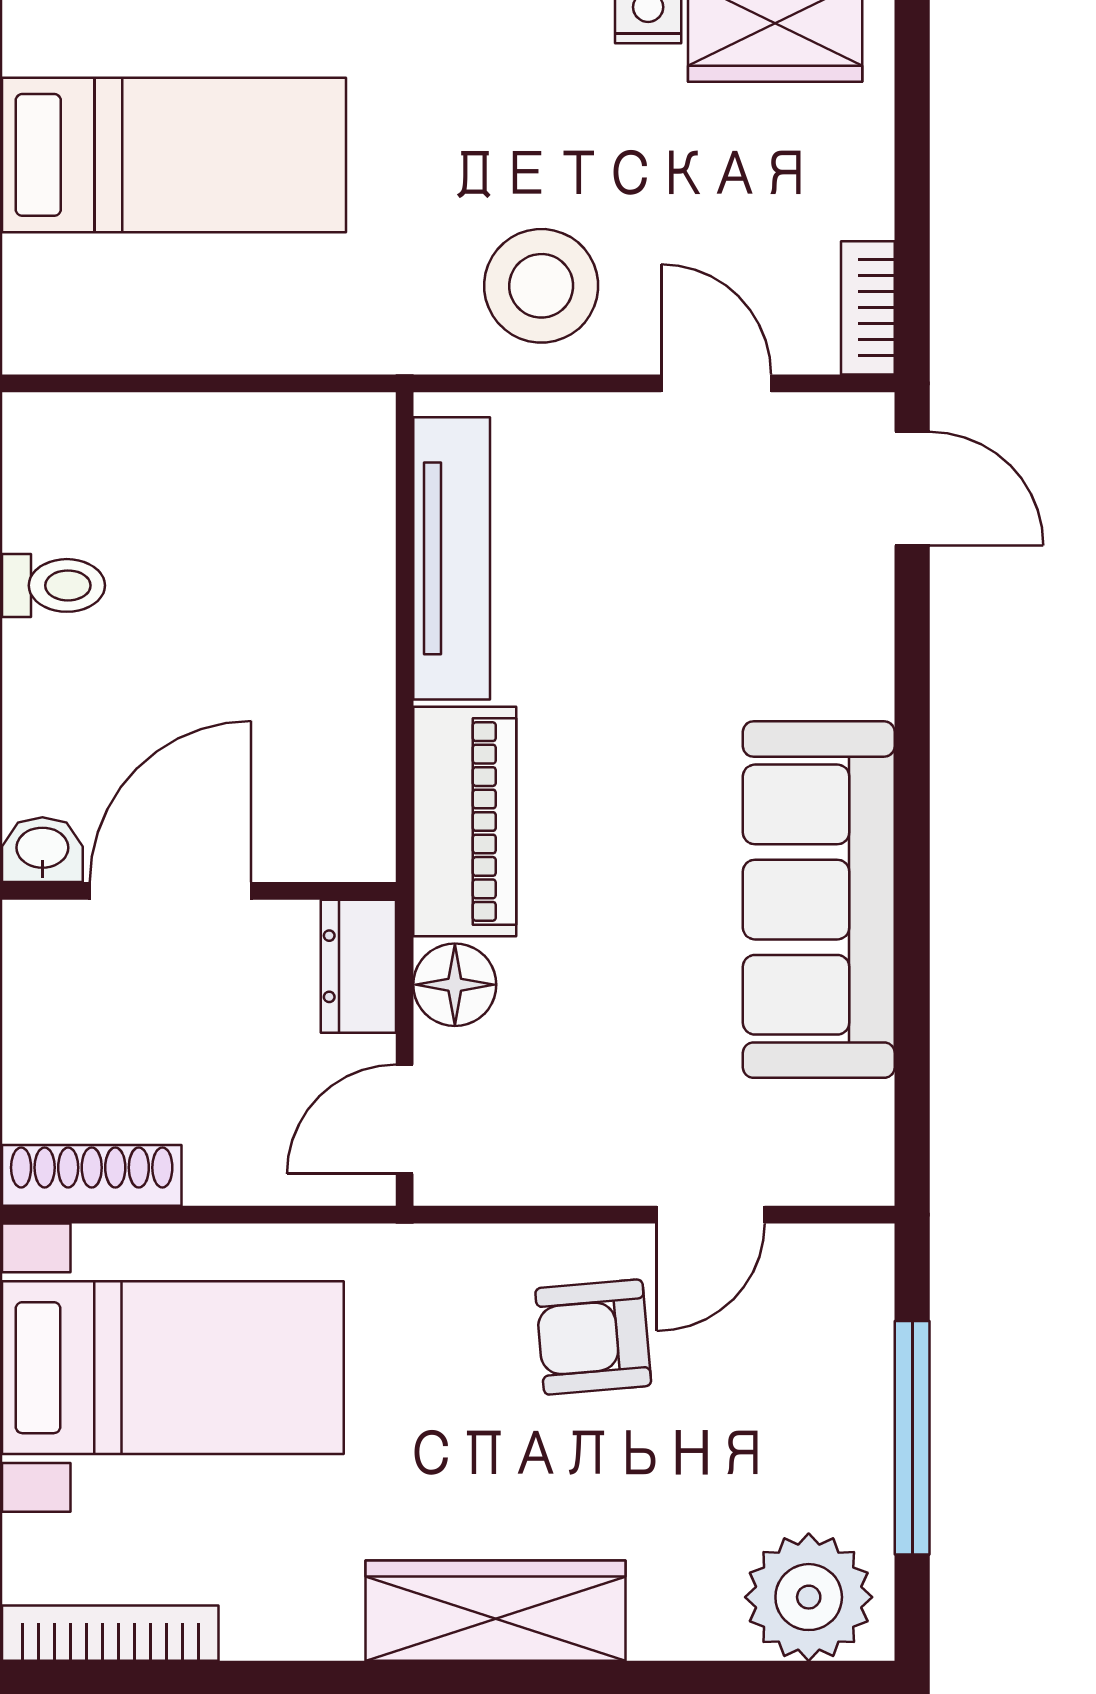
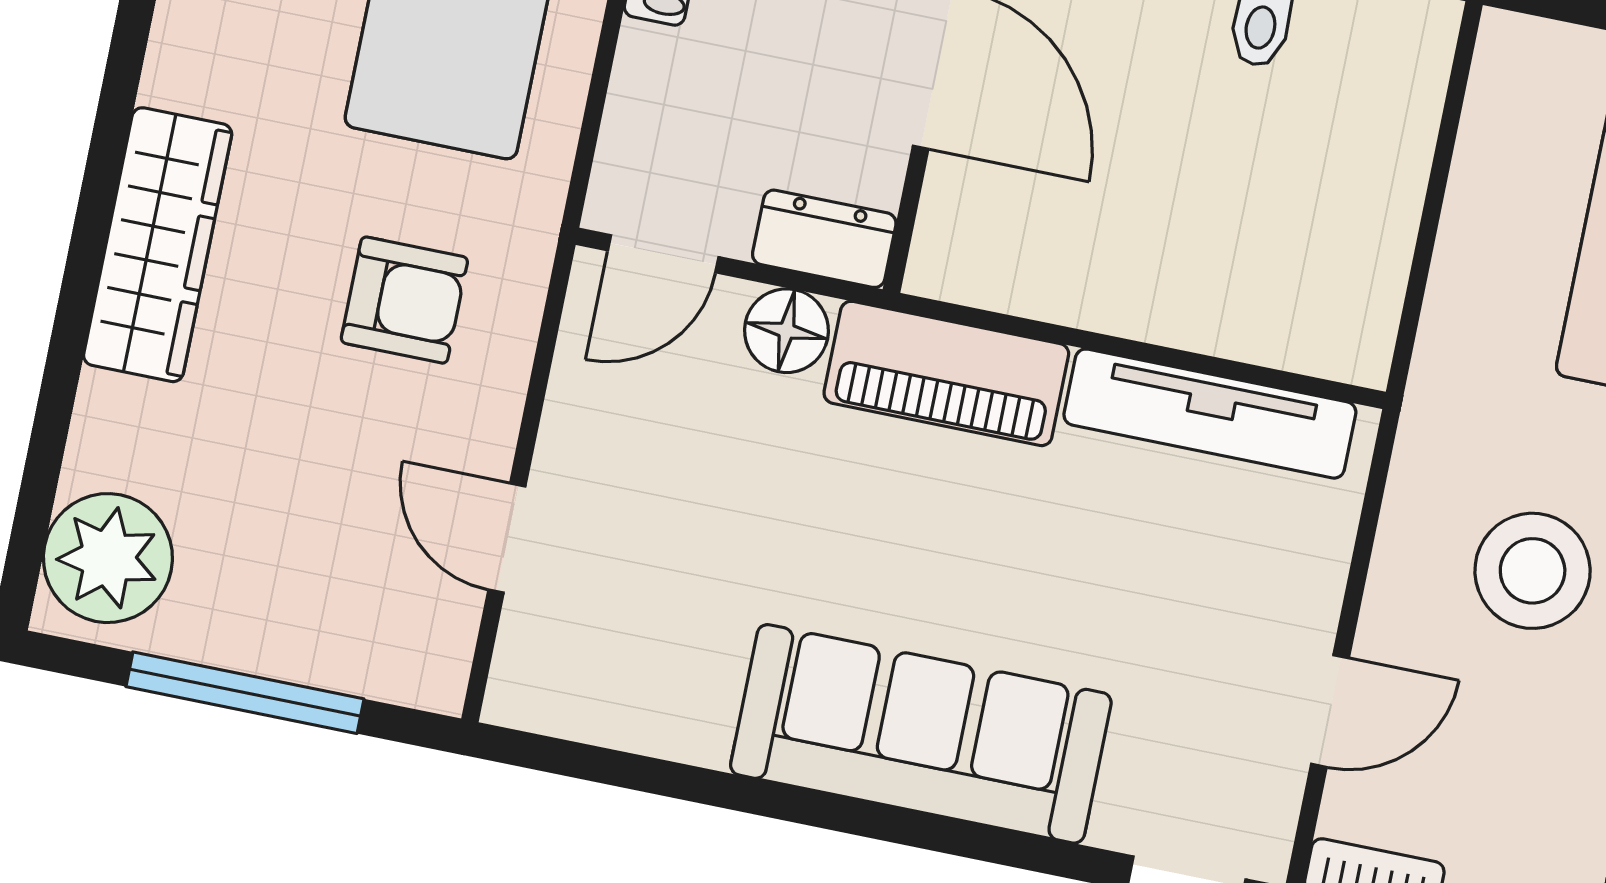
stool: (541, 286) -> (1533, 571), moved
sofa: (819, 900) -> (921, 734), moved
door: (405, 1119) -> (663, 254), swing flipped
armchair: (593, 1337) -> (404, 300), moved, turned 95

